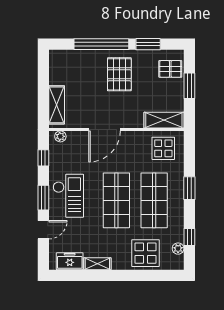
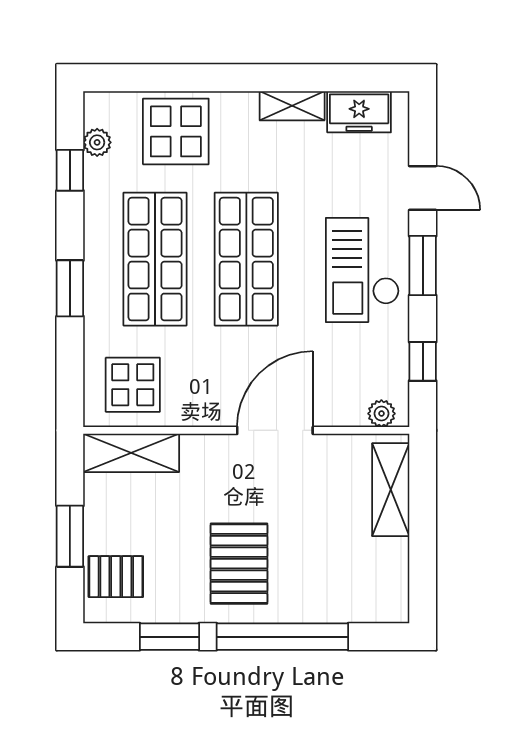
door: (43, 230) -> (423, 188), swing flipped

